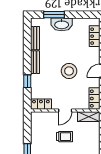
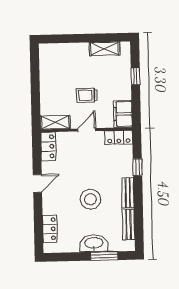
stool: (69, 71) -> (90, 199), moved
filing cabinet: (37, 122) -> (123, 114), added

